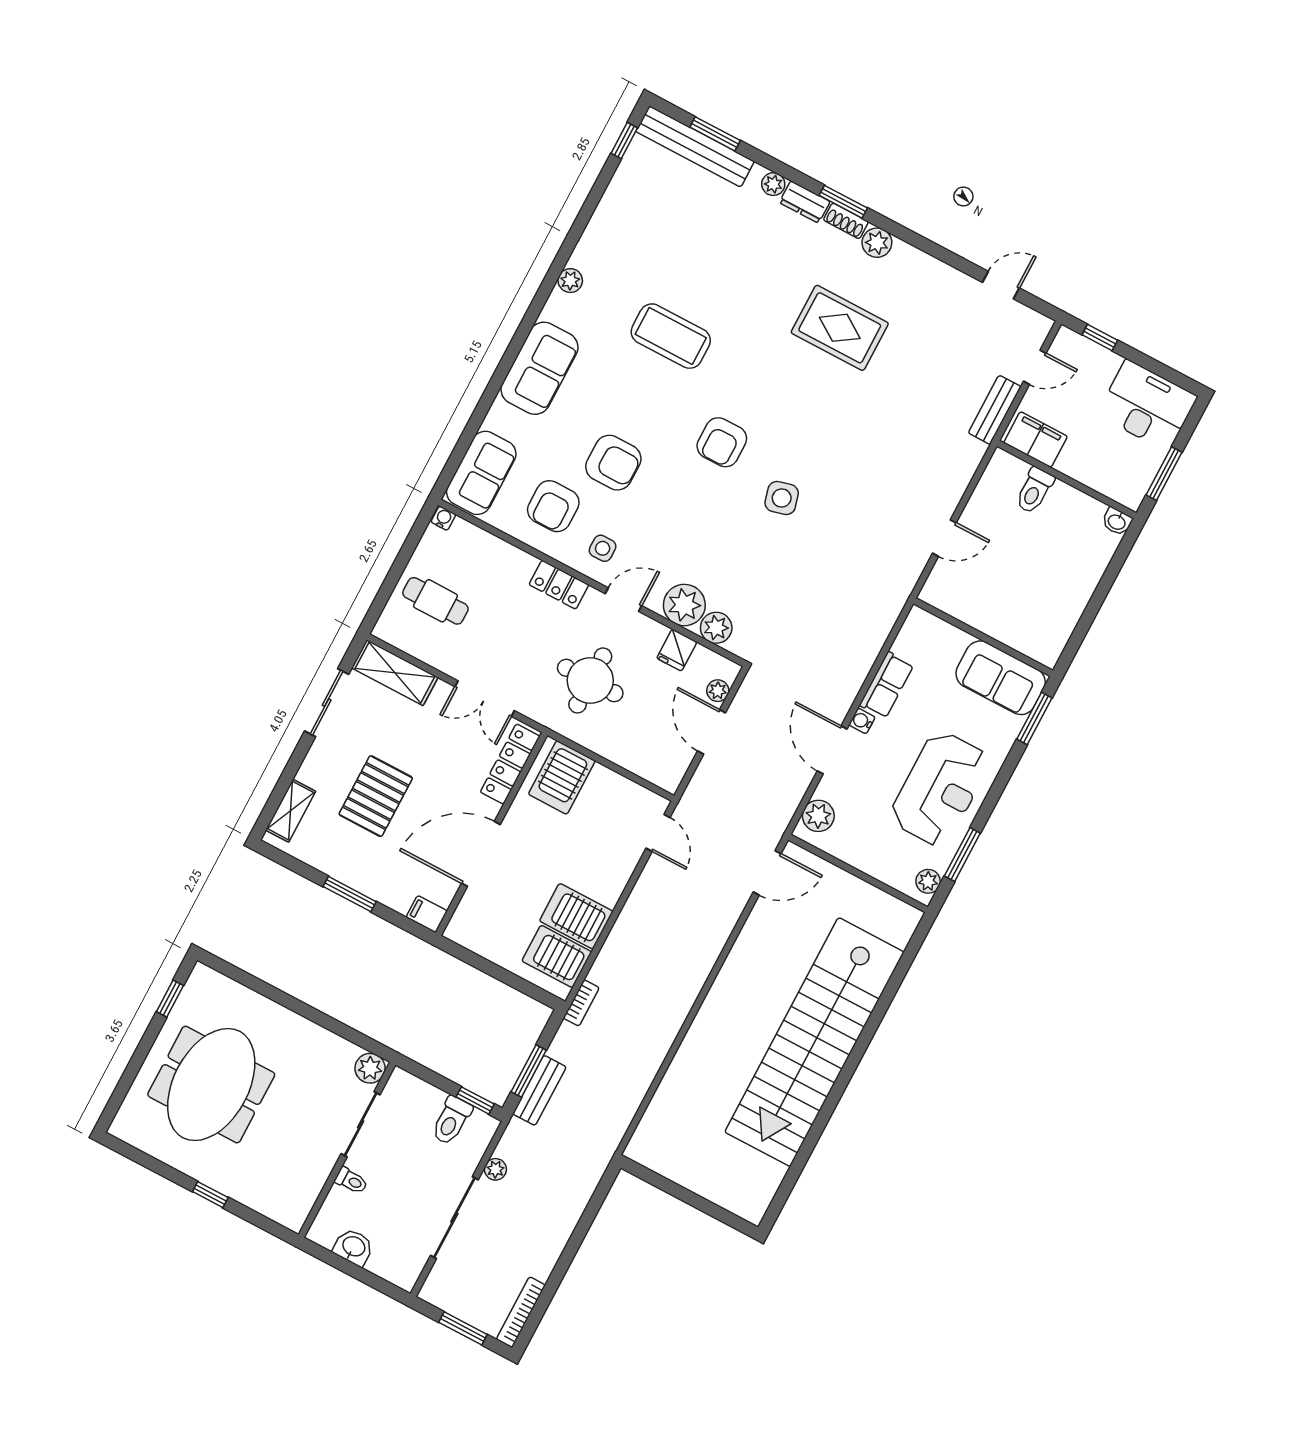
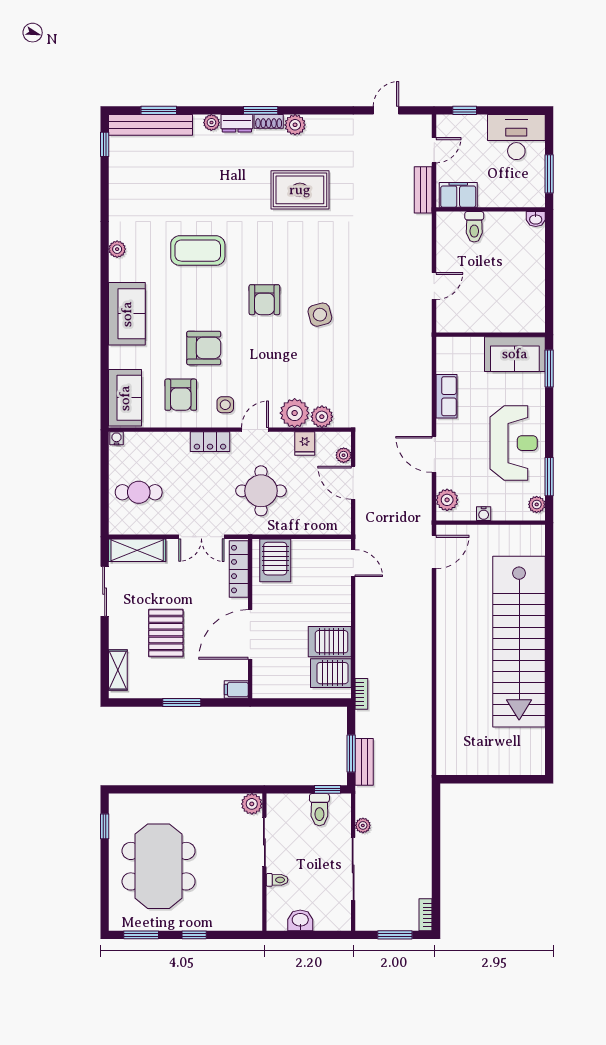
water cooler: (862, 721) -> (484, 514), moved, turned -90
window: (144, 1159) -> (141, 935), added
bookcase: (521, 1312) -> (426, 915), width x0.64

